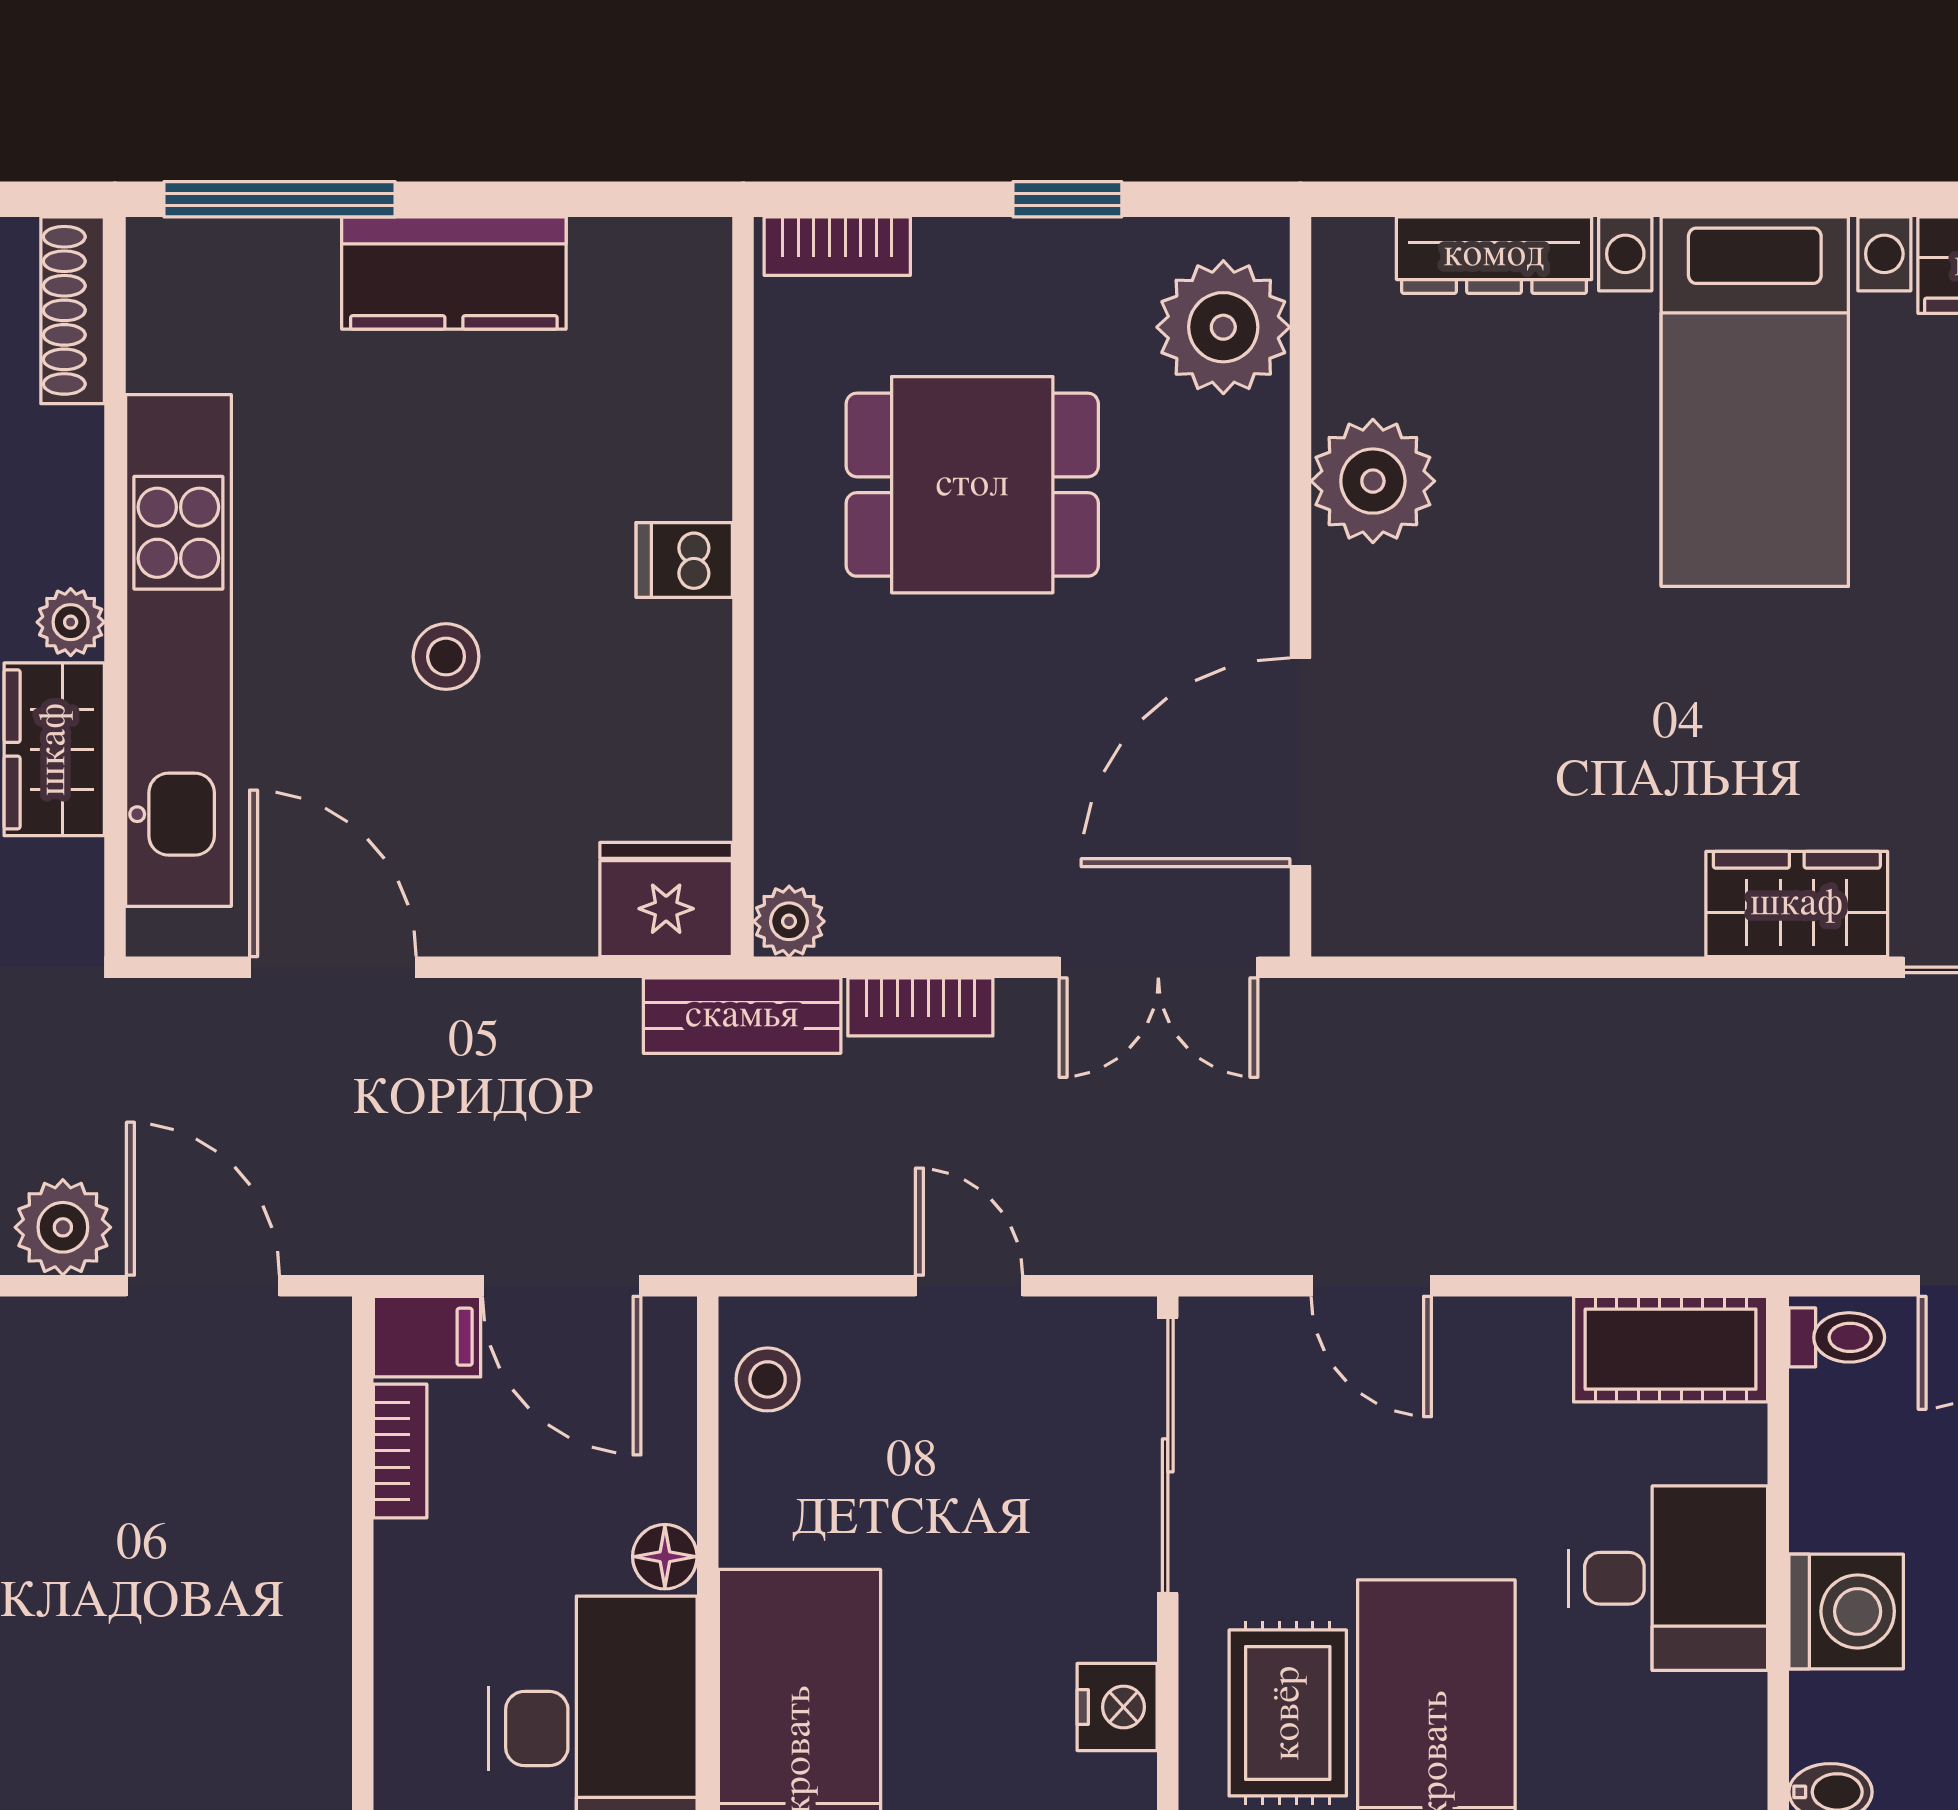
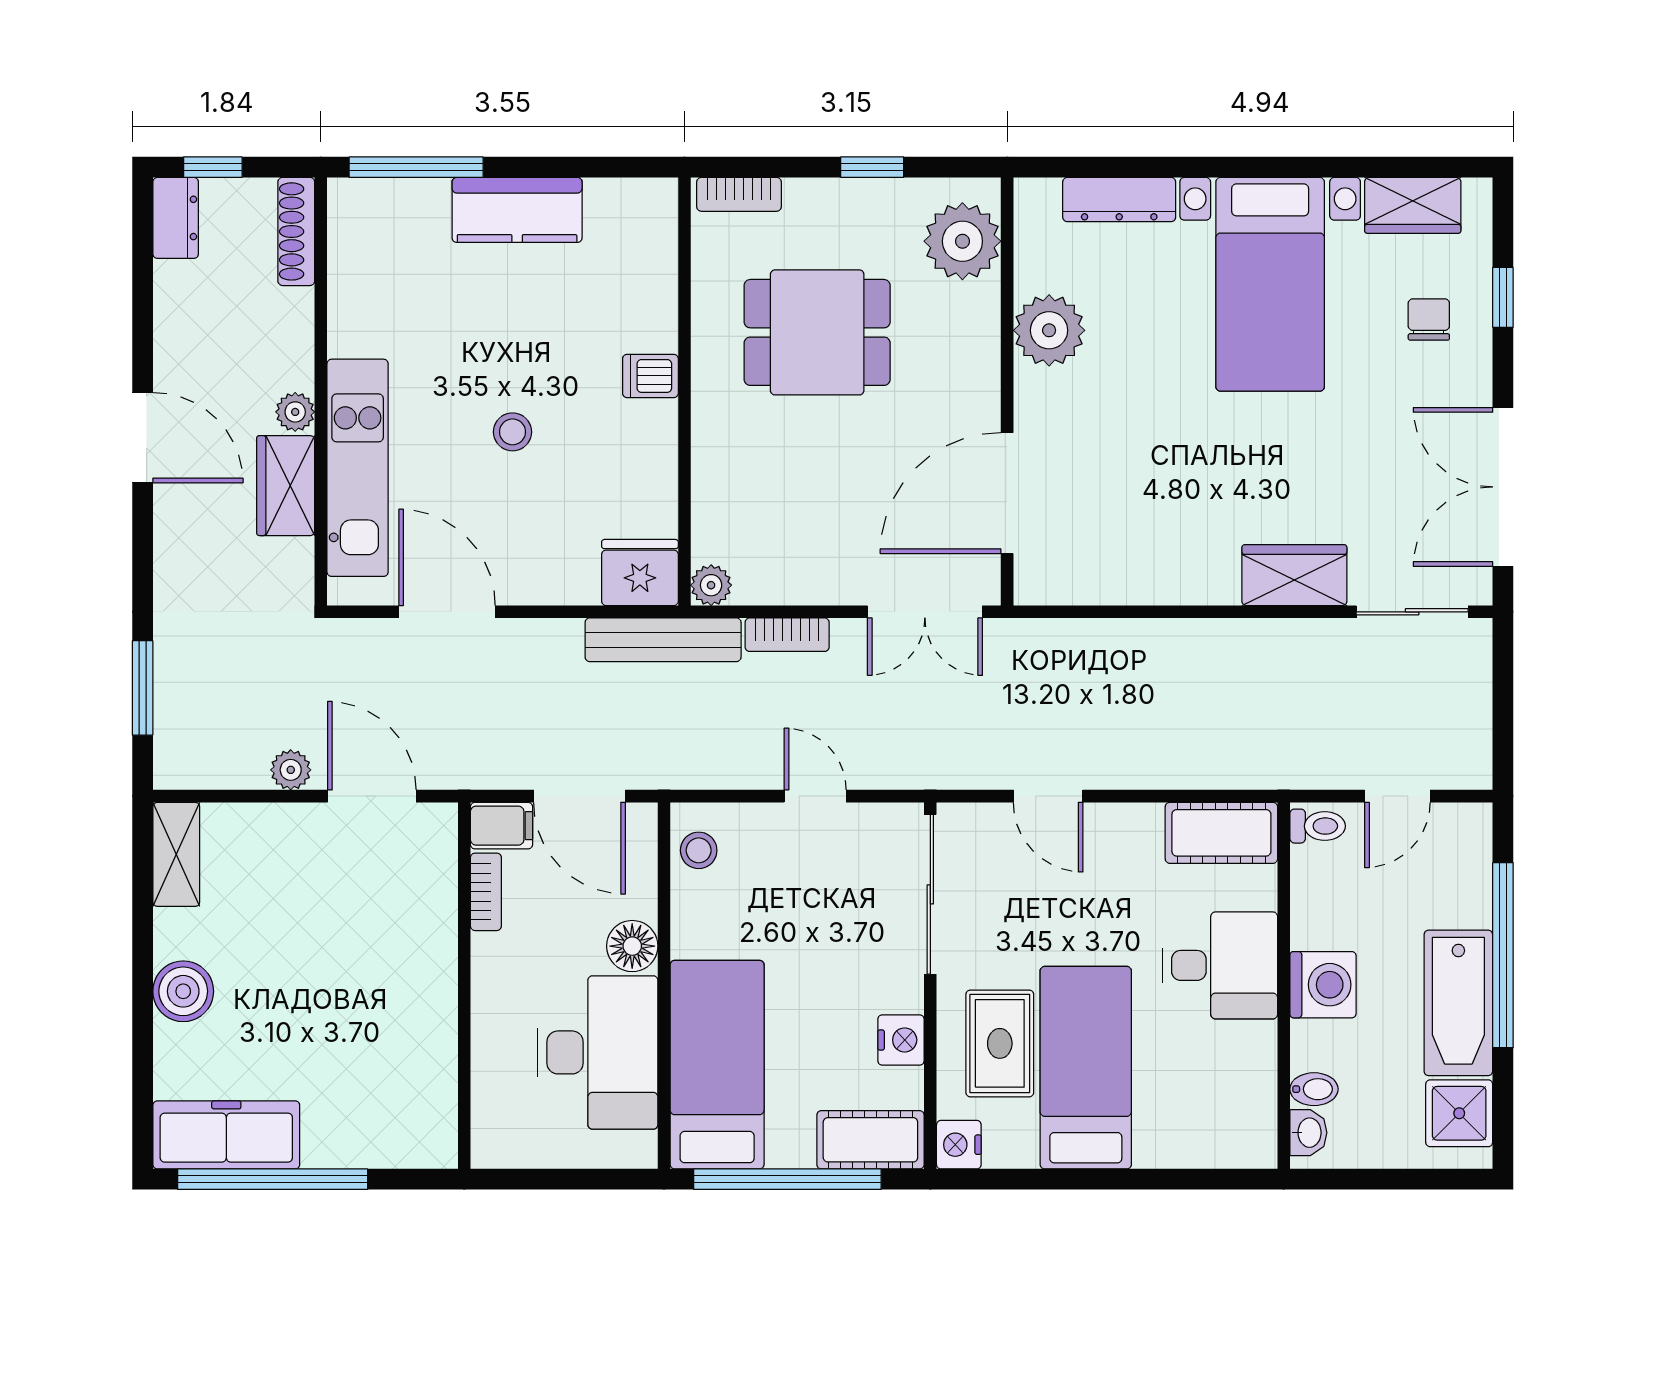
kitchen unit: (178, 650) -> (358, 468), width x0.73
bench: (742, 1016) -> (663, 640), width x1.36
plant: (63, 1227) -> (291, 770), width x0.73, depth x0.73
floor lamp: (665, 1557) -> (632, 946), width x1.37, depth x1.37

